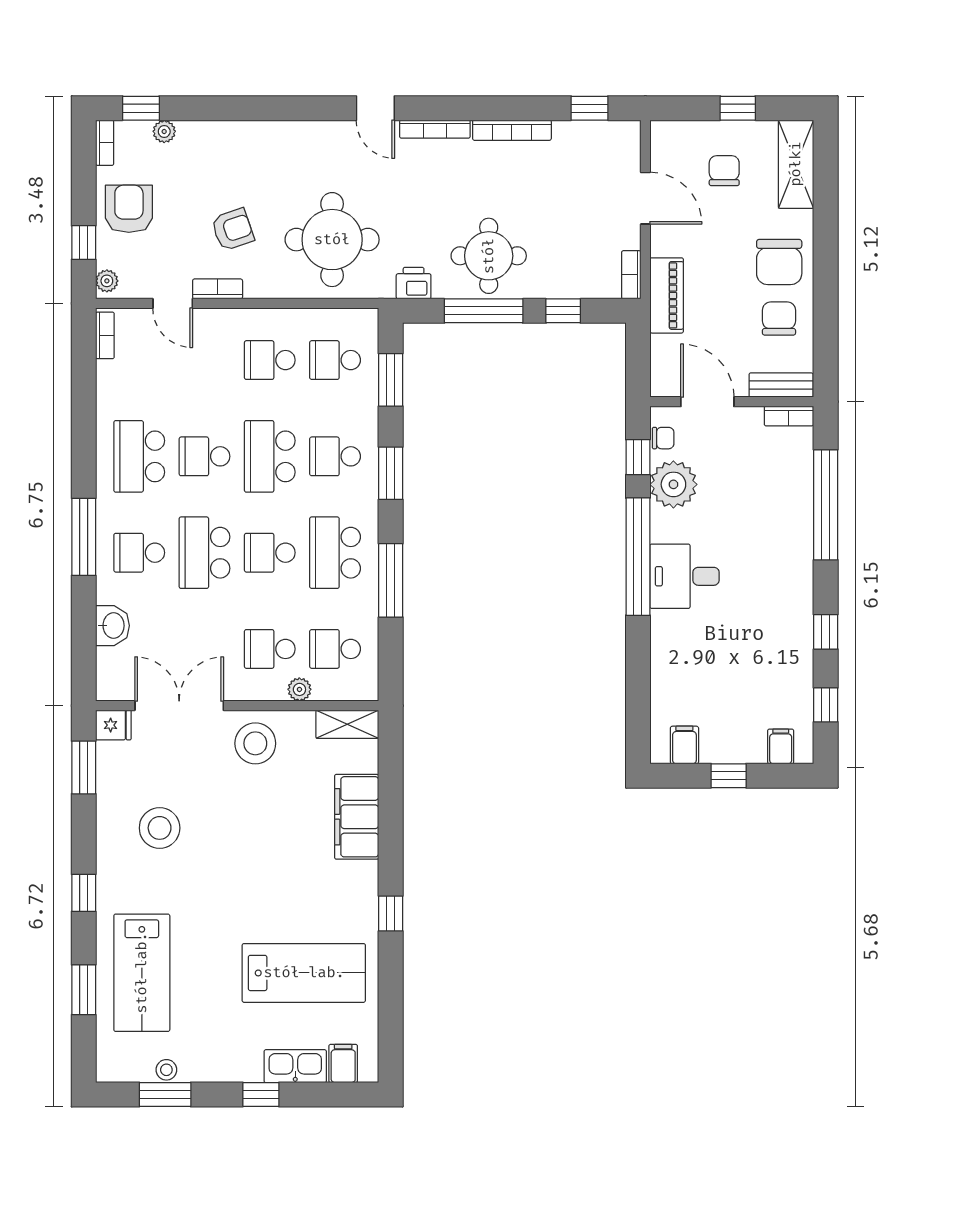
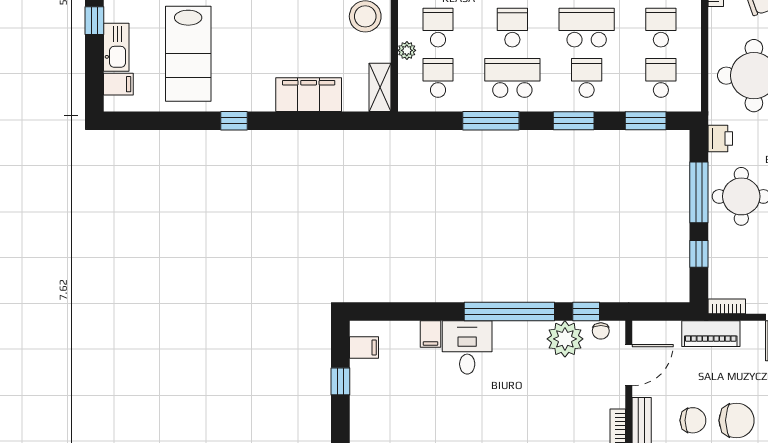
chair: (779, 262) -> (737, 420), turned 180
desk: (685, 576) -> (467, 347), moved
filing cabinet: (781, 746) -> (430, 334), moved, turned 90

